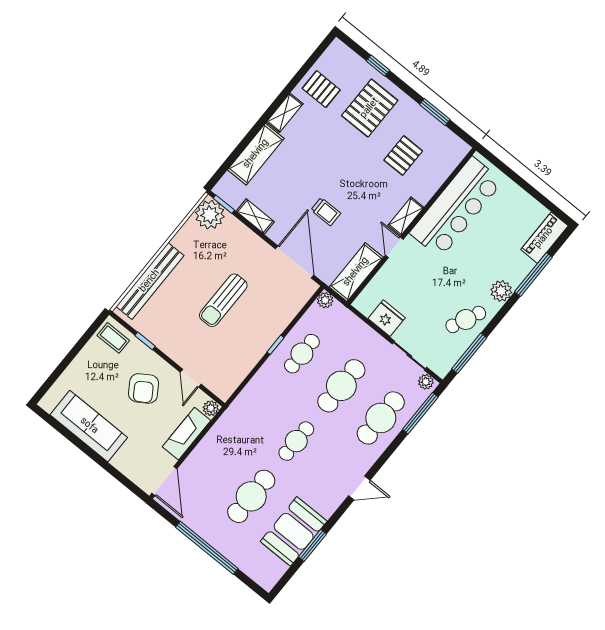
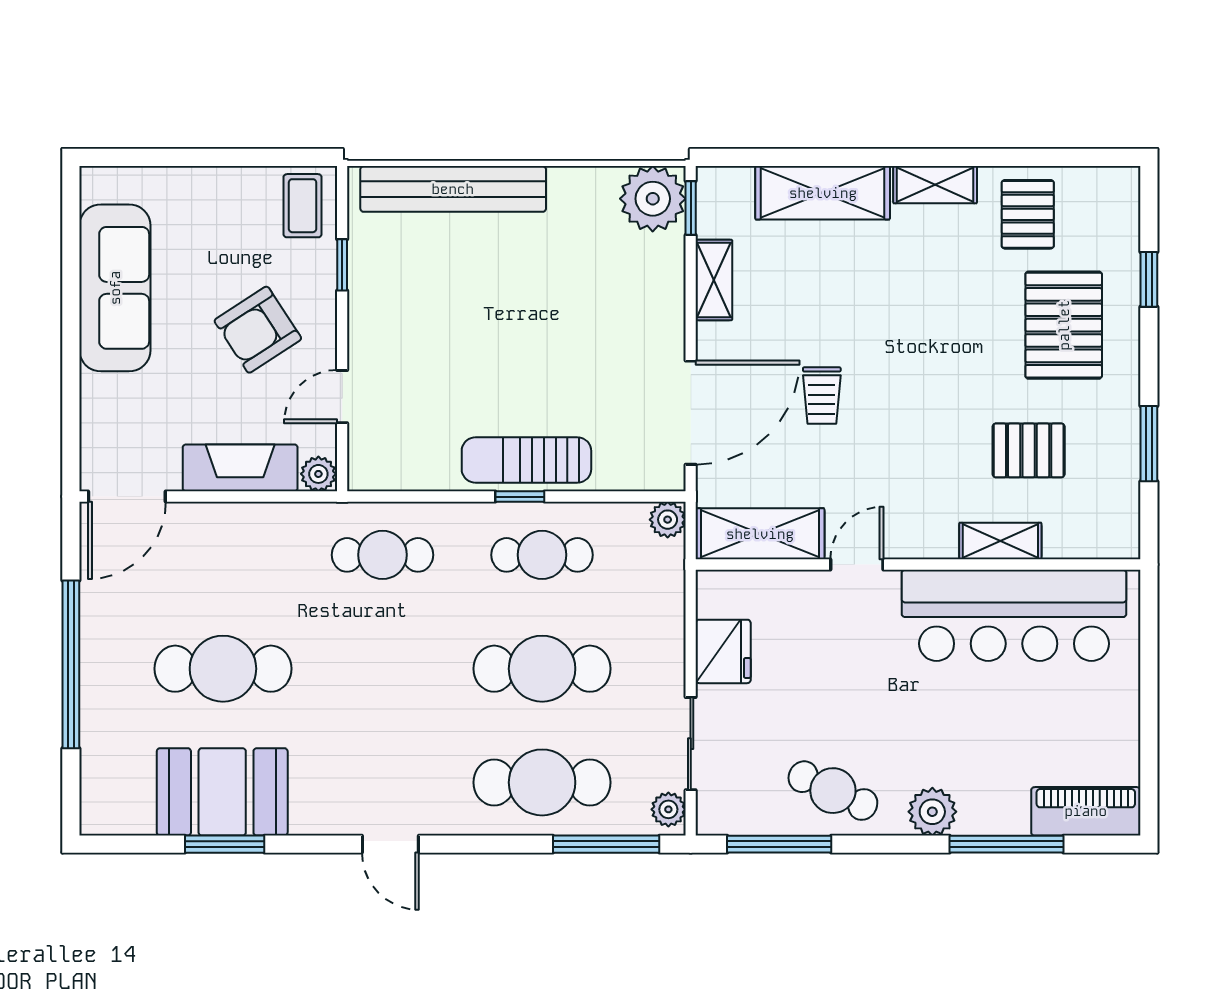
pallet: (370, 108) -> (1064, 325), turned 90
shelving: (406, 216) -> (1000, 541), moved
sun lounger: (223, 300) -> (526, 460), moved
cafe table: (296, 441) -> (382, 555), moved

